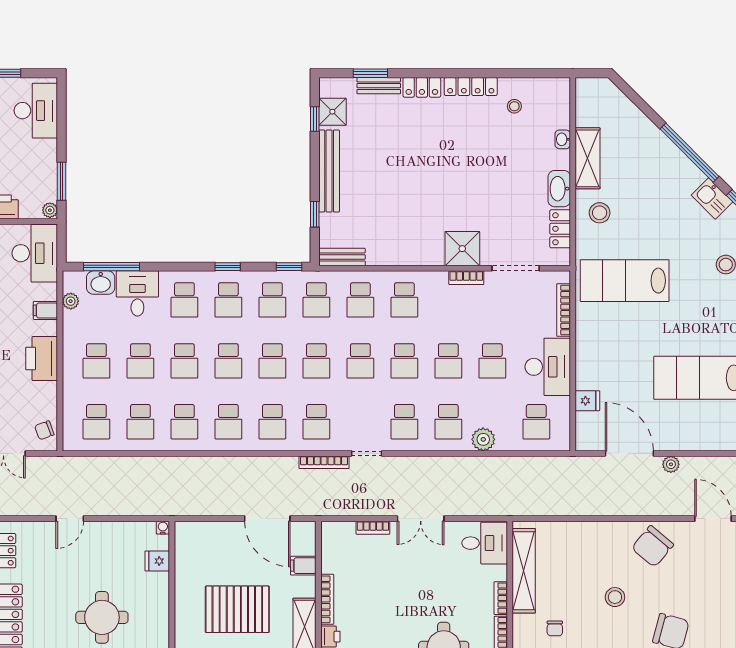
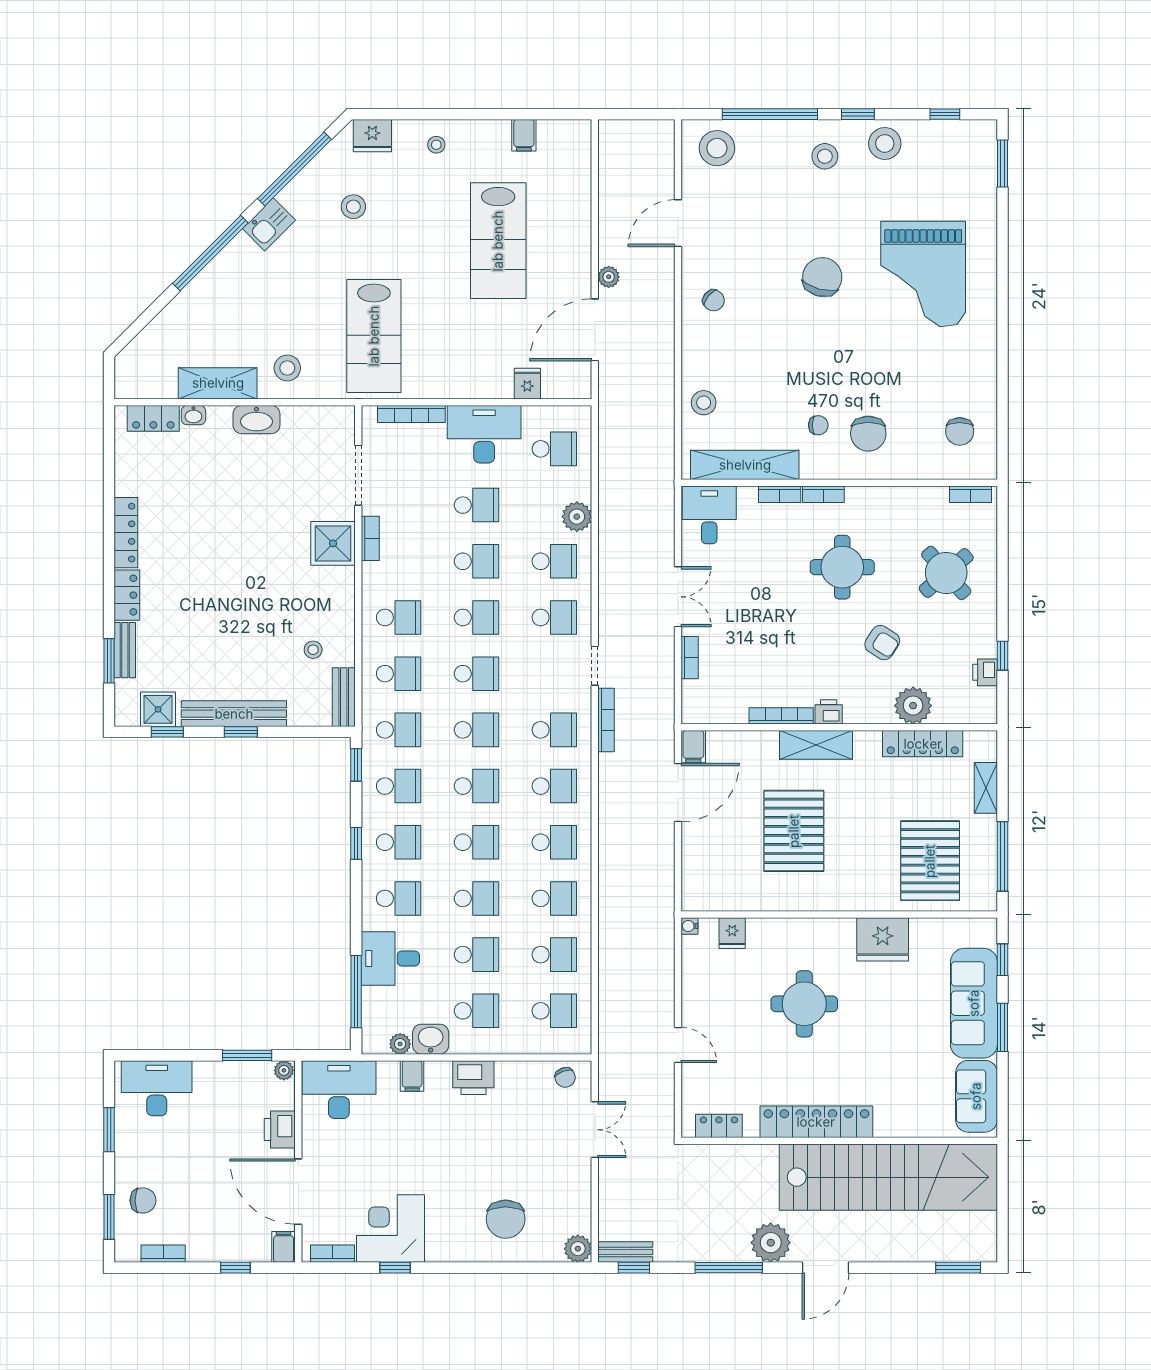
stool: (514, 106) -> (313, 650), moved
window: (315, 214) -> (241, 732), moved
locker: (560, 229) -> (153, 418), moved
washbasin: (101, 283) -> (431, 1039), moved, turned -90
printer: (42, 359) -> (473, 1078), width x0.73, depth x0.84
chair: (653, 546) -> (714, 300), width x0.54, depth x0.54
filing cabinet: (303, 566) -> (693, 747), moved
stool: (615, 597) -> (704, 403), moved

